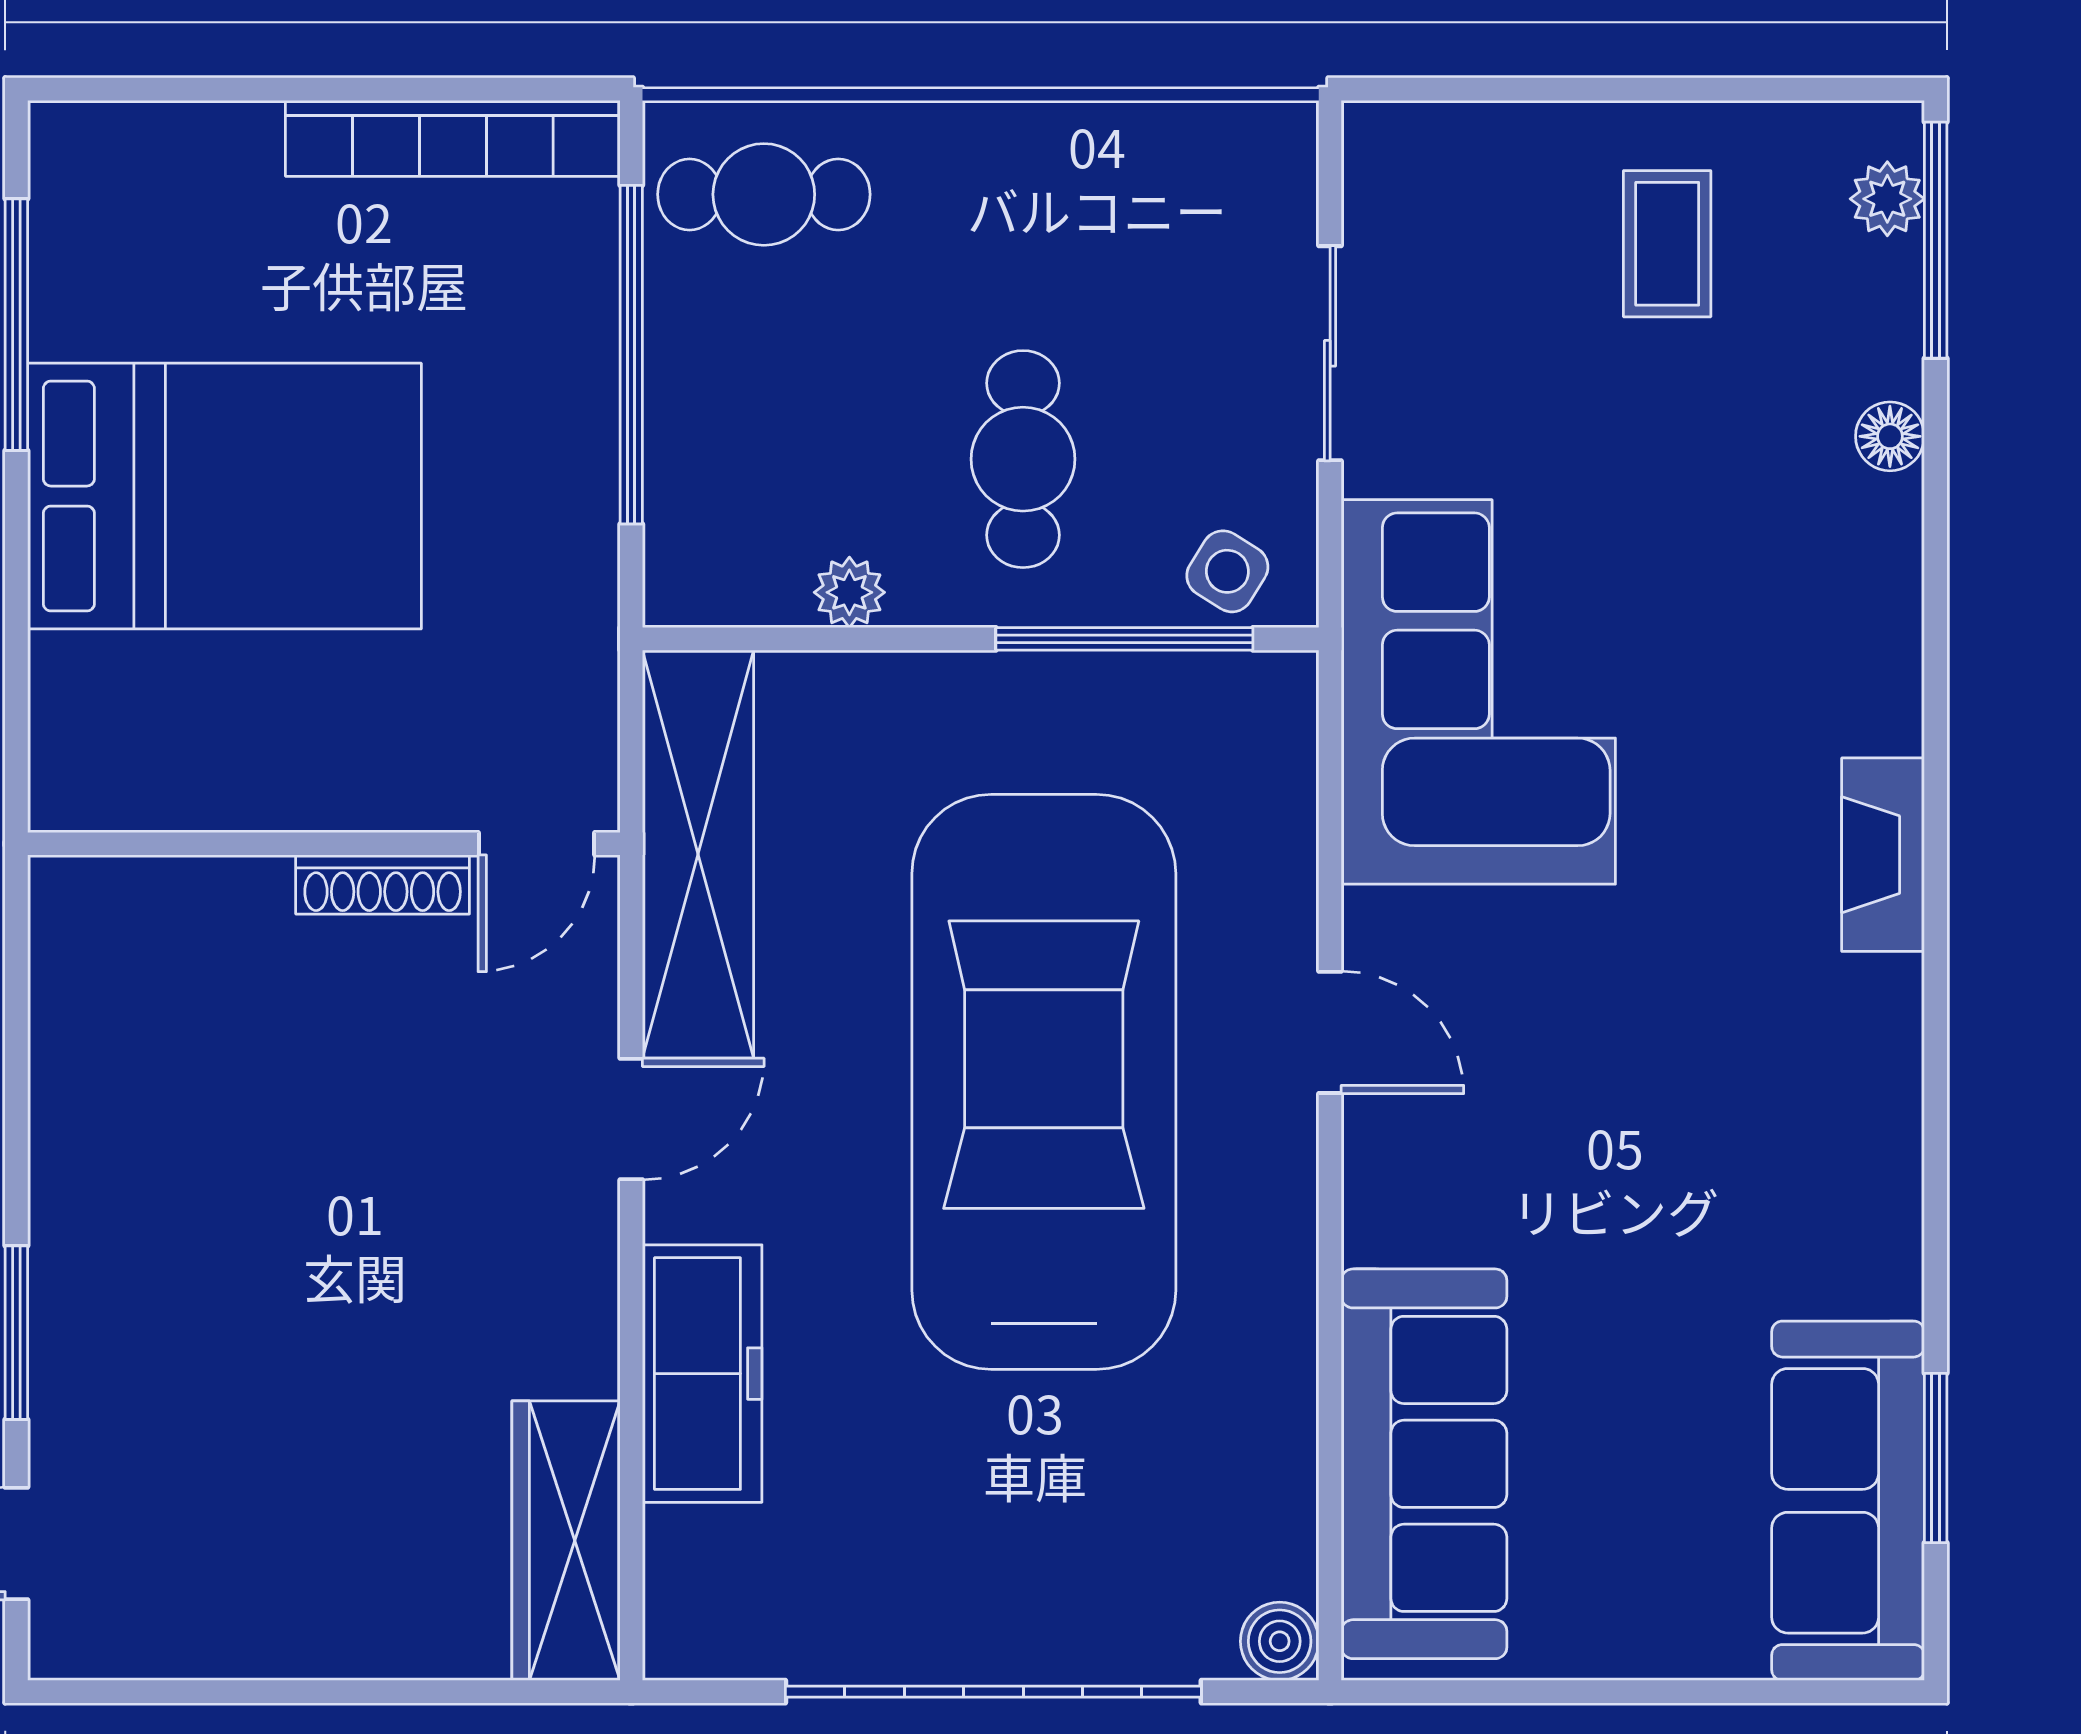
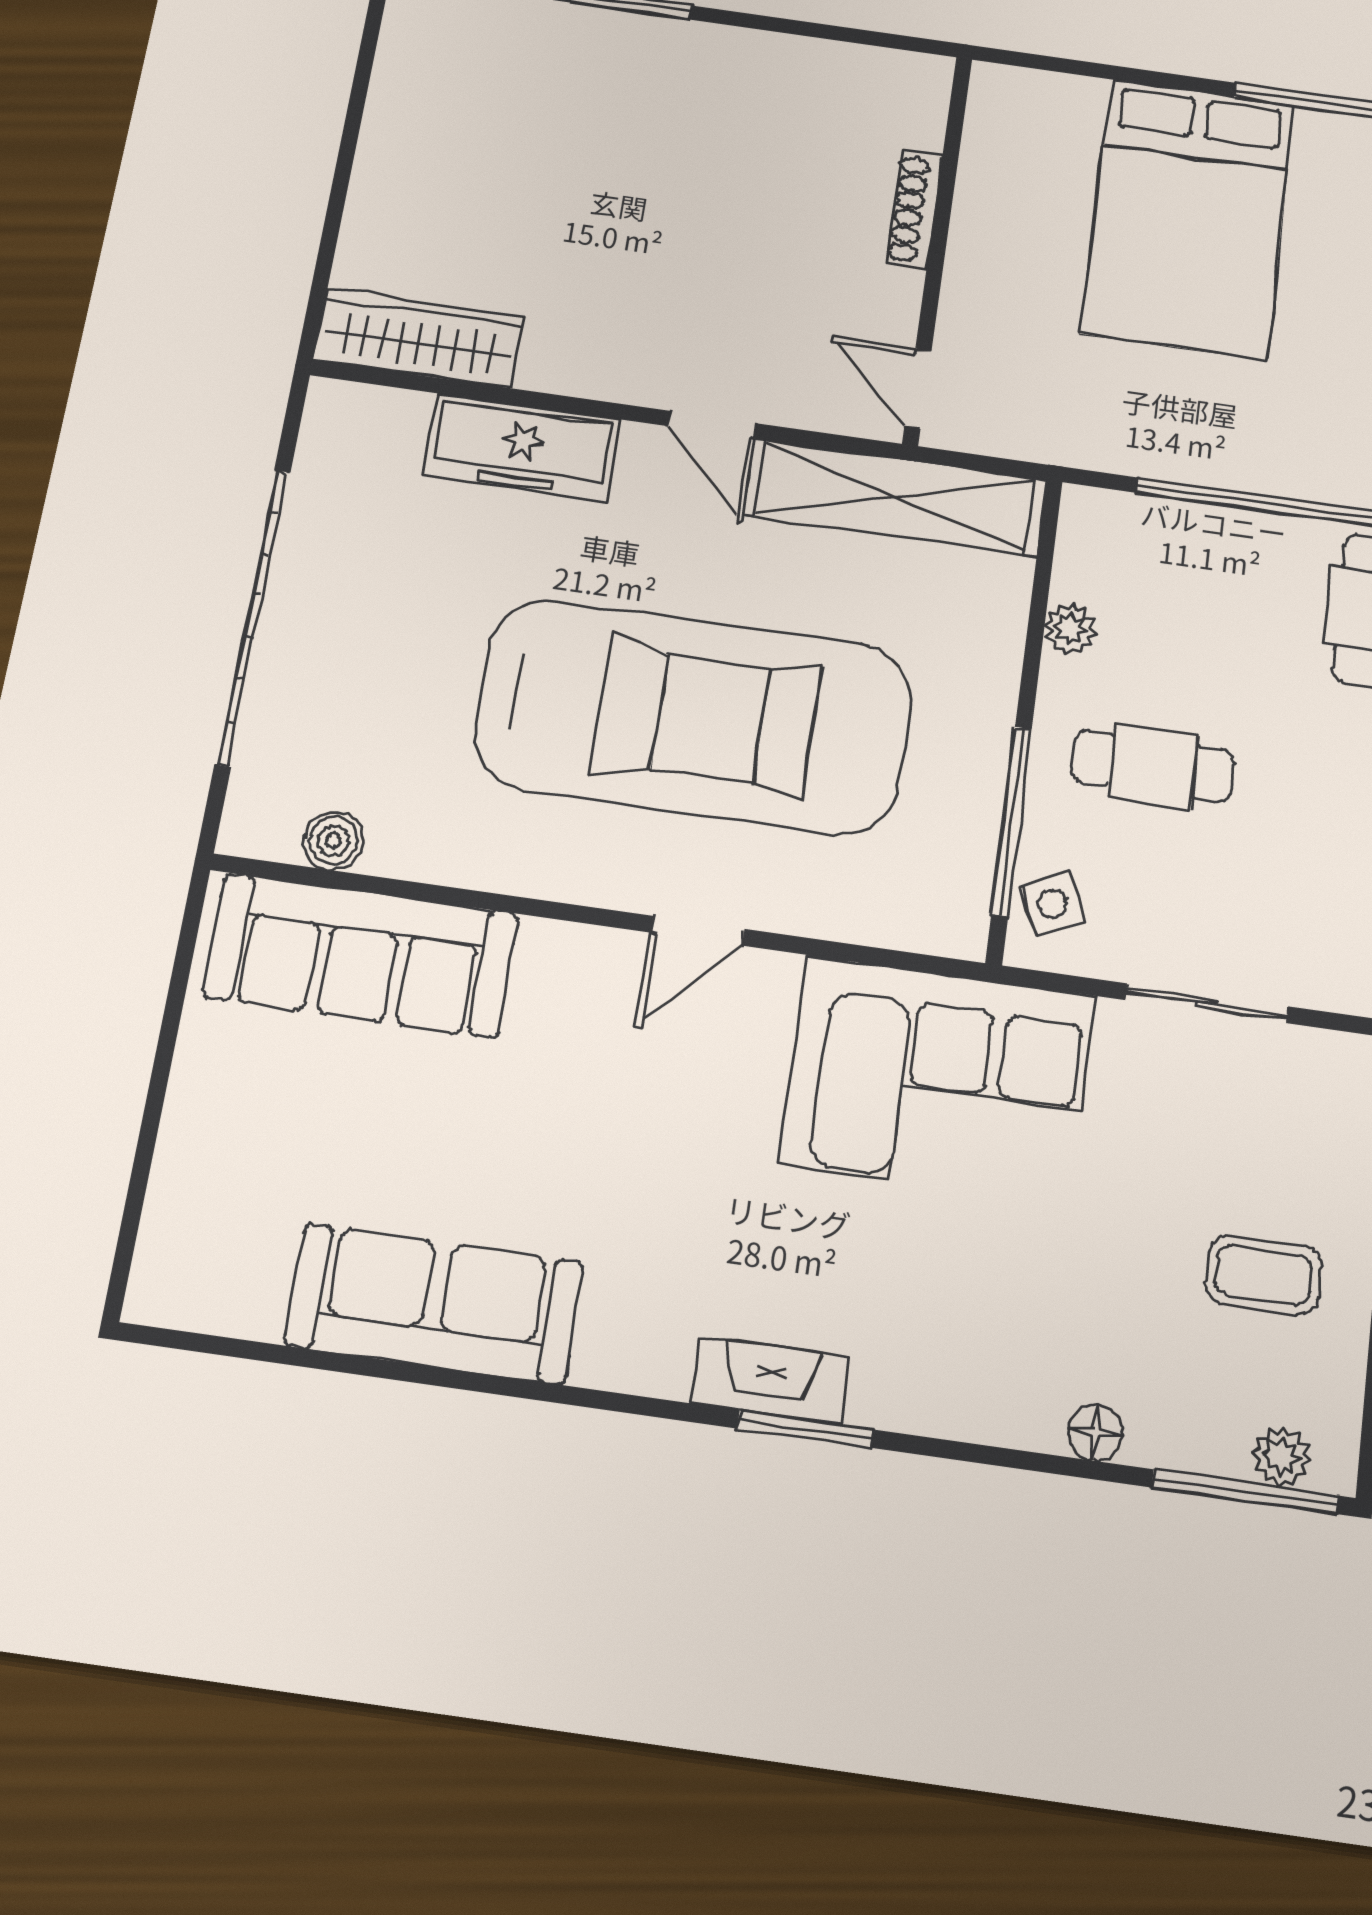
side table: (1227, 571) -> (1052, 903), turned 33
shoe rack: (383, 885) -> (914, 210), moved
window: (1936, 1458) -> (805, 1429), moved
sofa: (1848, 1501) -> (434, 1304), moved
boiler: (1280, 1641) -> (334, 841), moved

